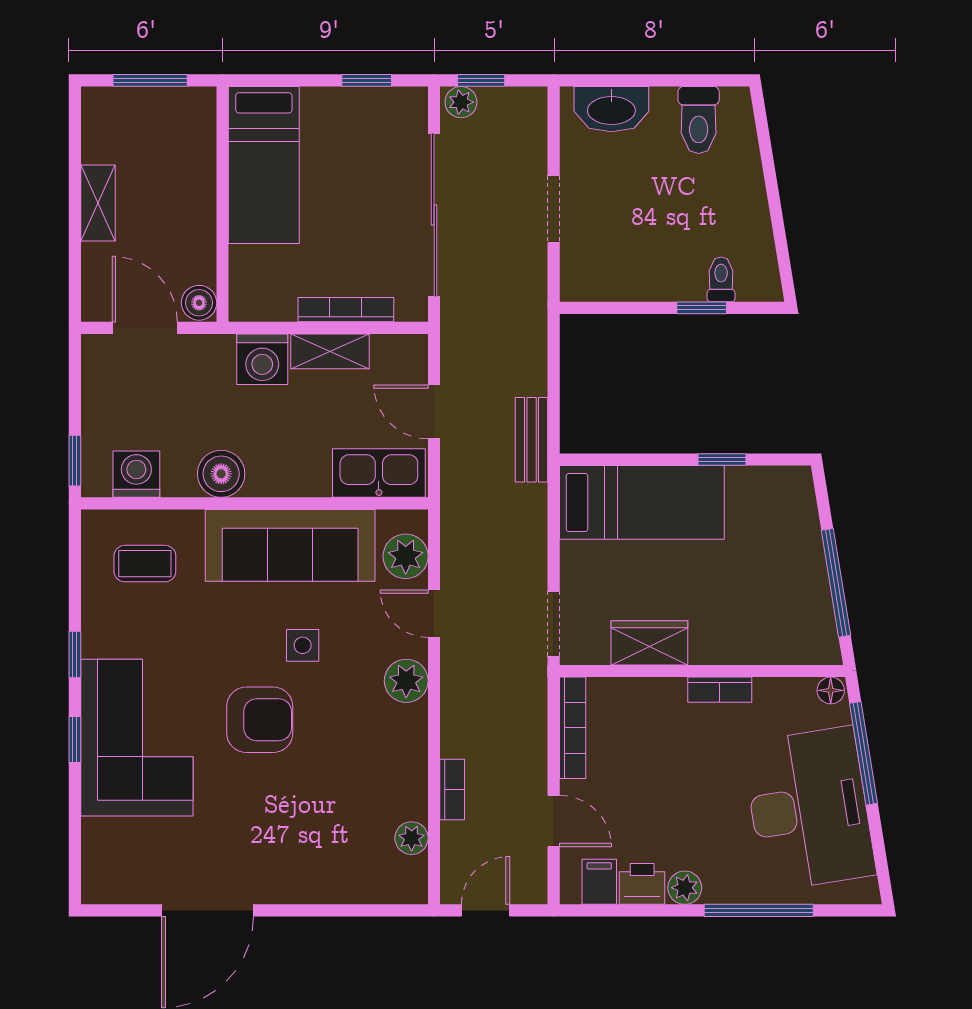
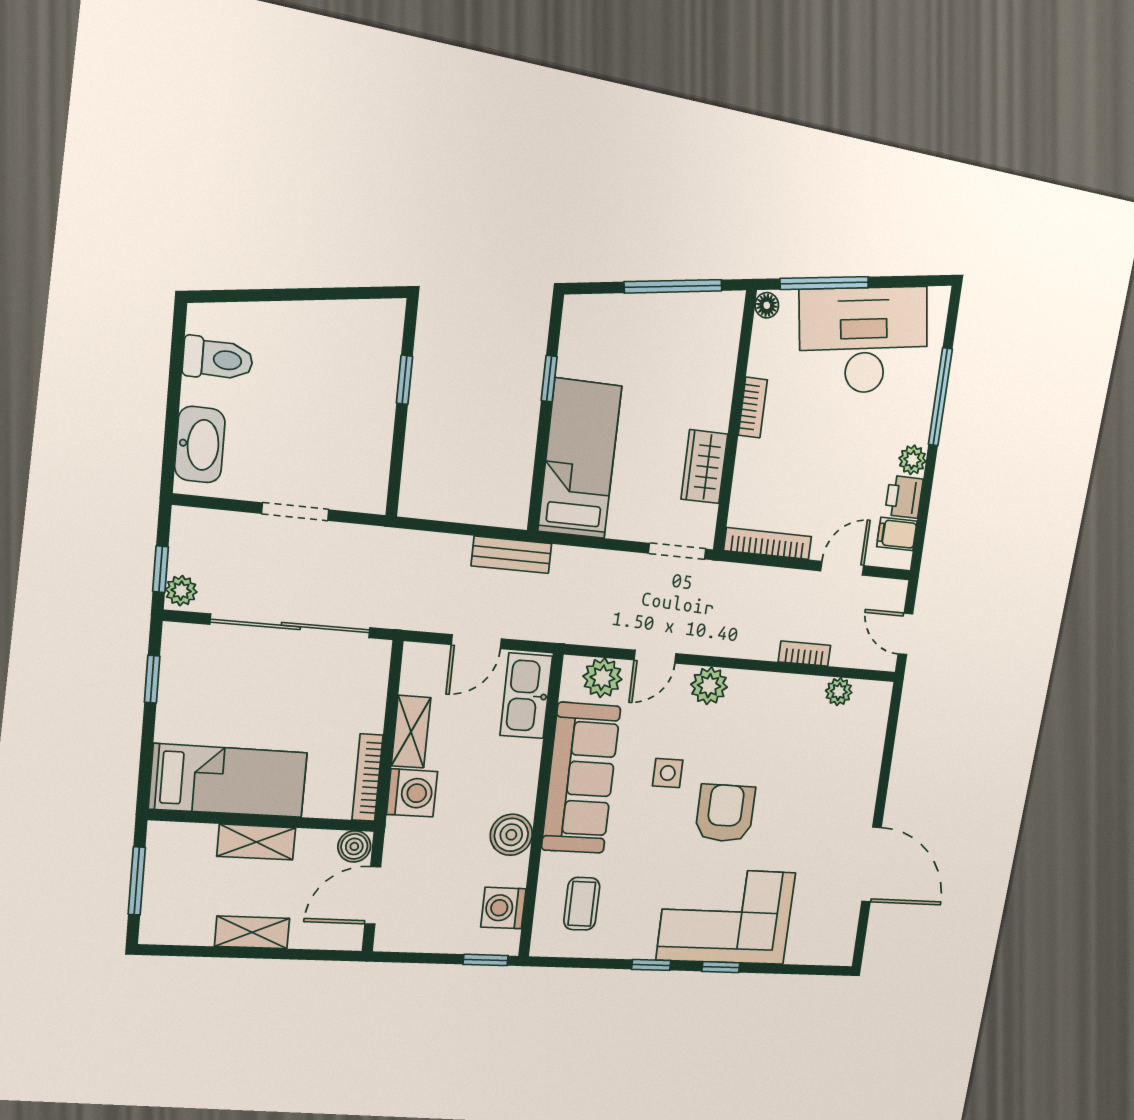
shelving: (199, 199) -> (256, 842), added
toilet: (721, 279) -> (379, 357), removed
bookcase: (346, 310) -> (367, 778), moved

